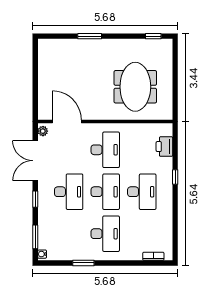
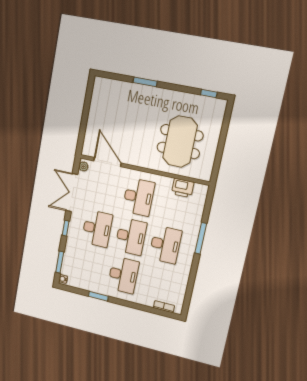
printer: (164, 147) -> (183, 188), moved, turned -90
window: (175, 177) -> (201, 238), width x2.17

